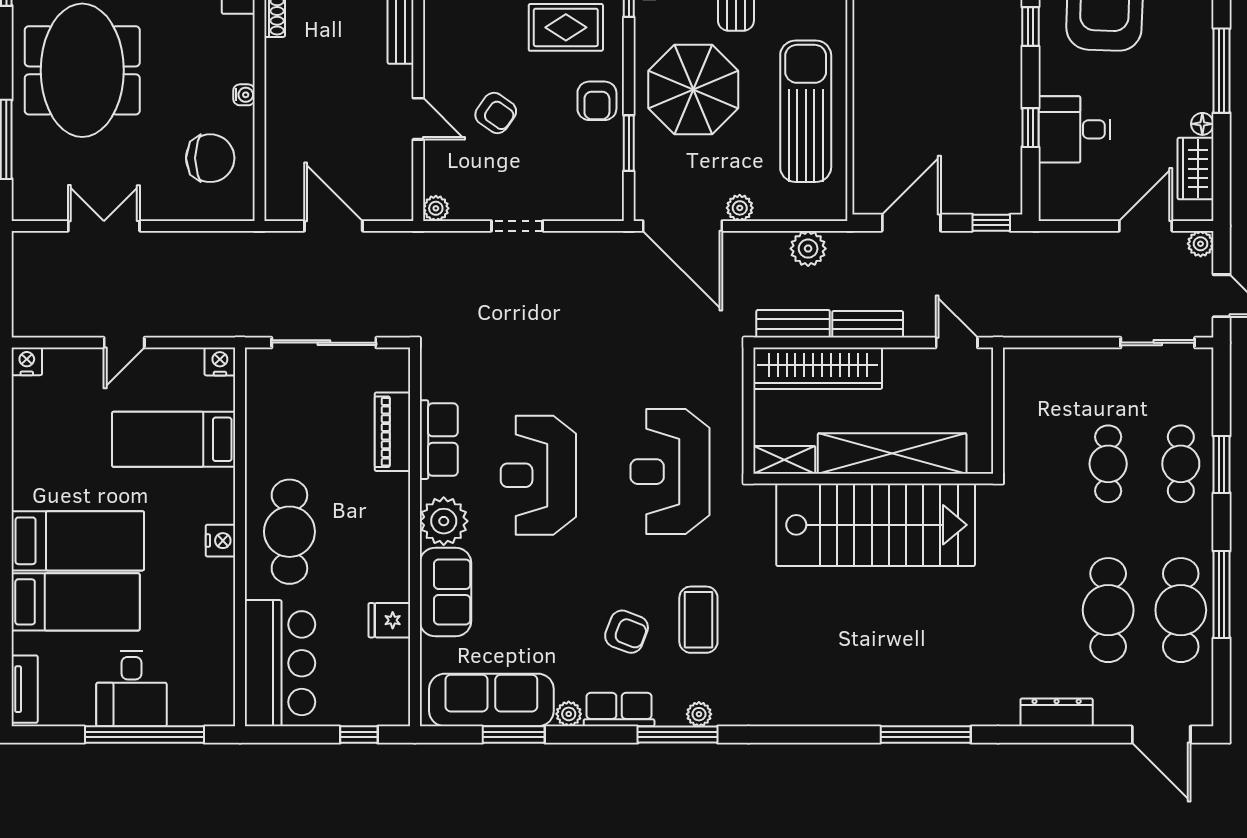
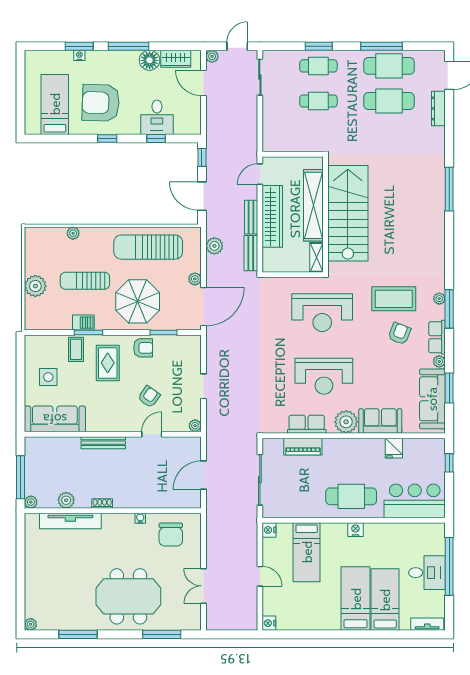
floor lamp: (1202, 124) -> (150, 60), width x1.89, depth x1.89
chair: (210, 158) -> (171, 535), turned 180
wardrobe: (818, 368) -> (272, 216), moved
coffee table: (698, 620) -> (394, 299), width x1.36, depth x1.32
dresser: (1057, 712) -> (438, 108), moved

